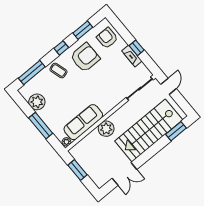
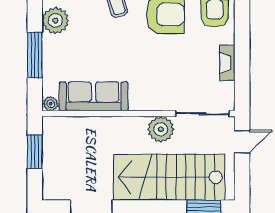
window: (137, 48) -> (242, 58), removed
plant: (106, 129) -> (161, 129), moved

